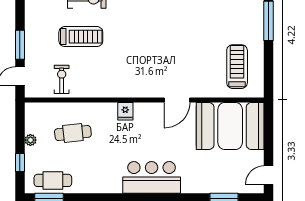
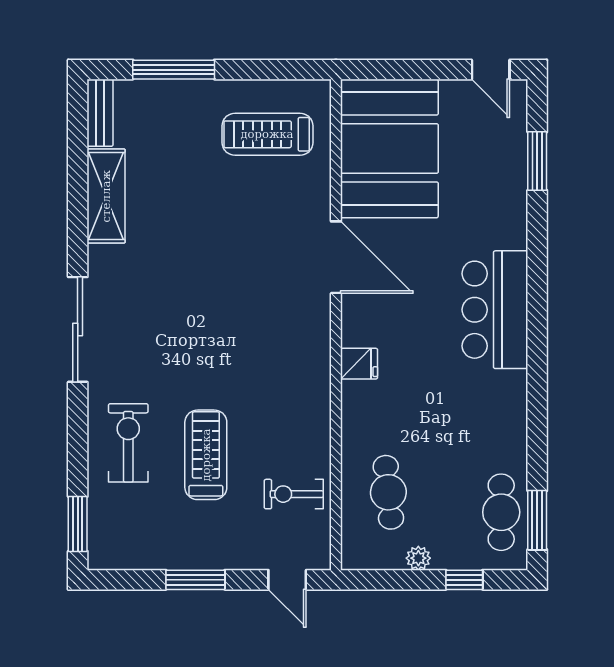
window: (20, 45) -> (195, 580), moved
door: (177, 100) -> (336, 257), width x1.36
cafe table: (73, 133) -> (388, 492), moved

